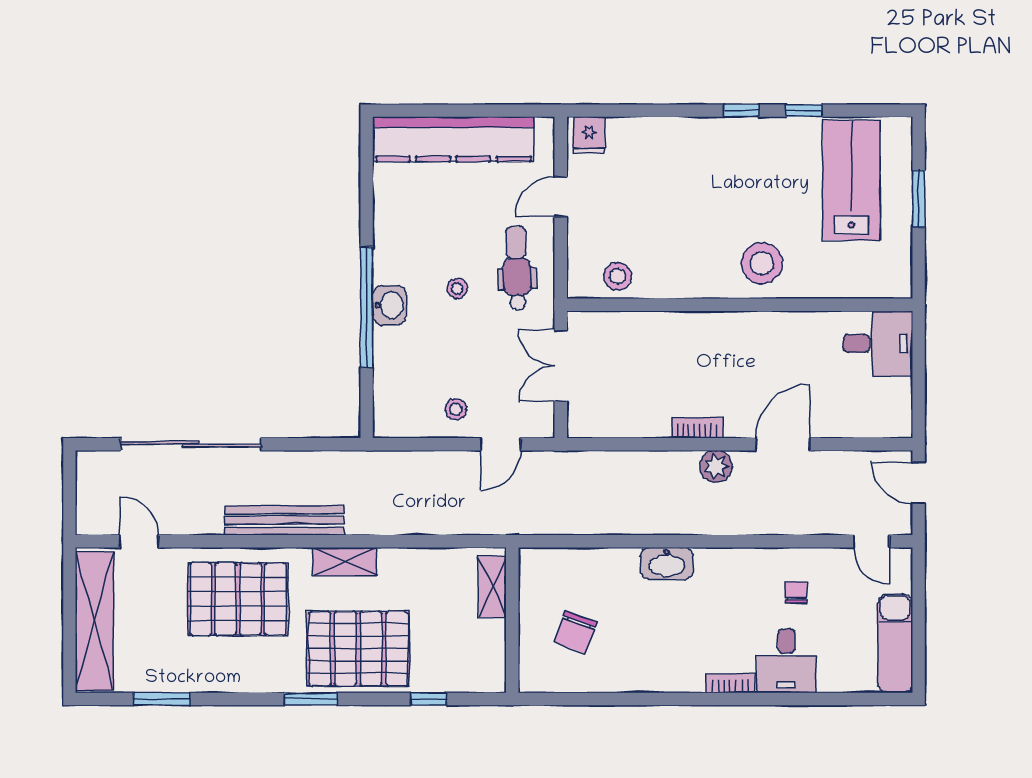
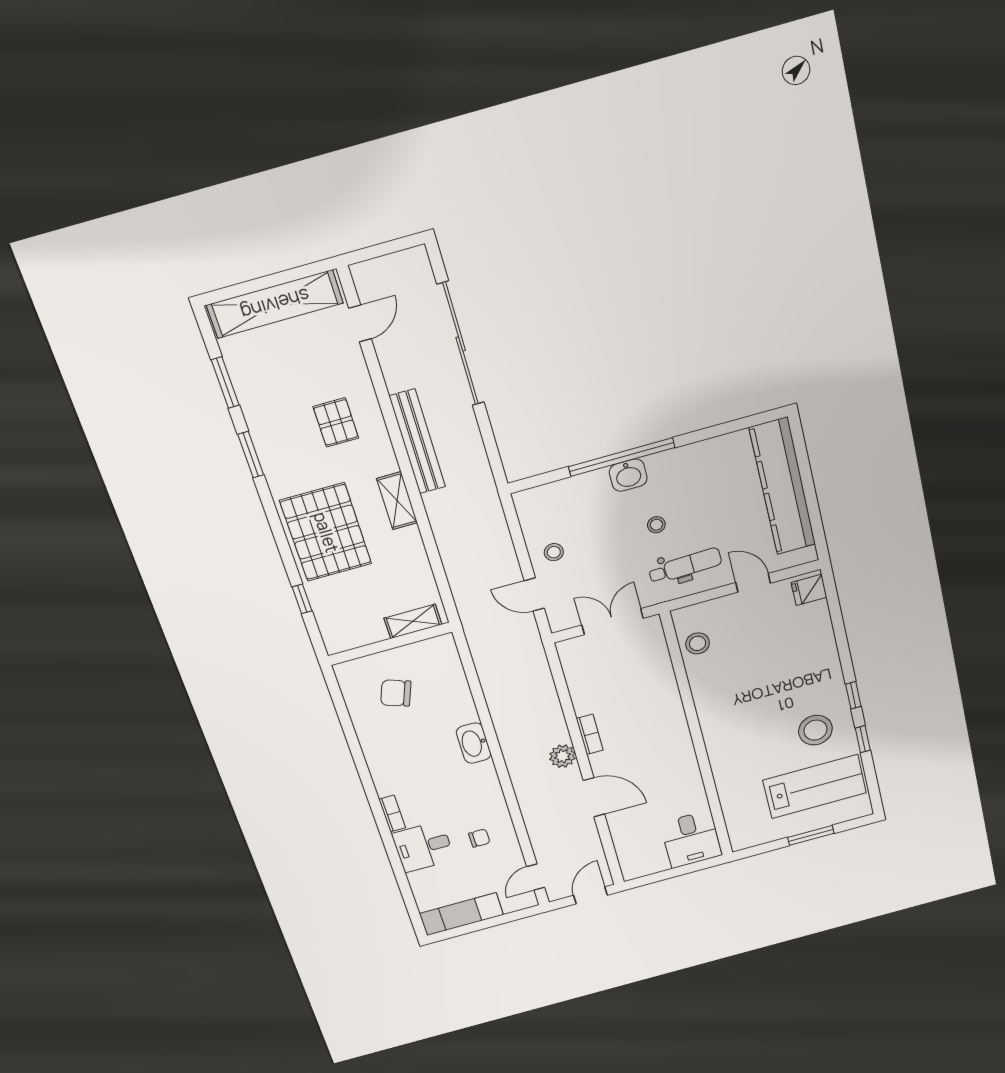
stool: (762, 263) -> (815, 730), moved
pallet: (238, 599) -> (336, 422), width x0.49, depth x0.50
window: (311, 699) -> (251, 455), moved

